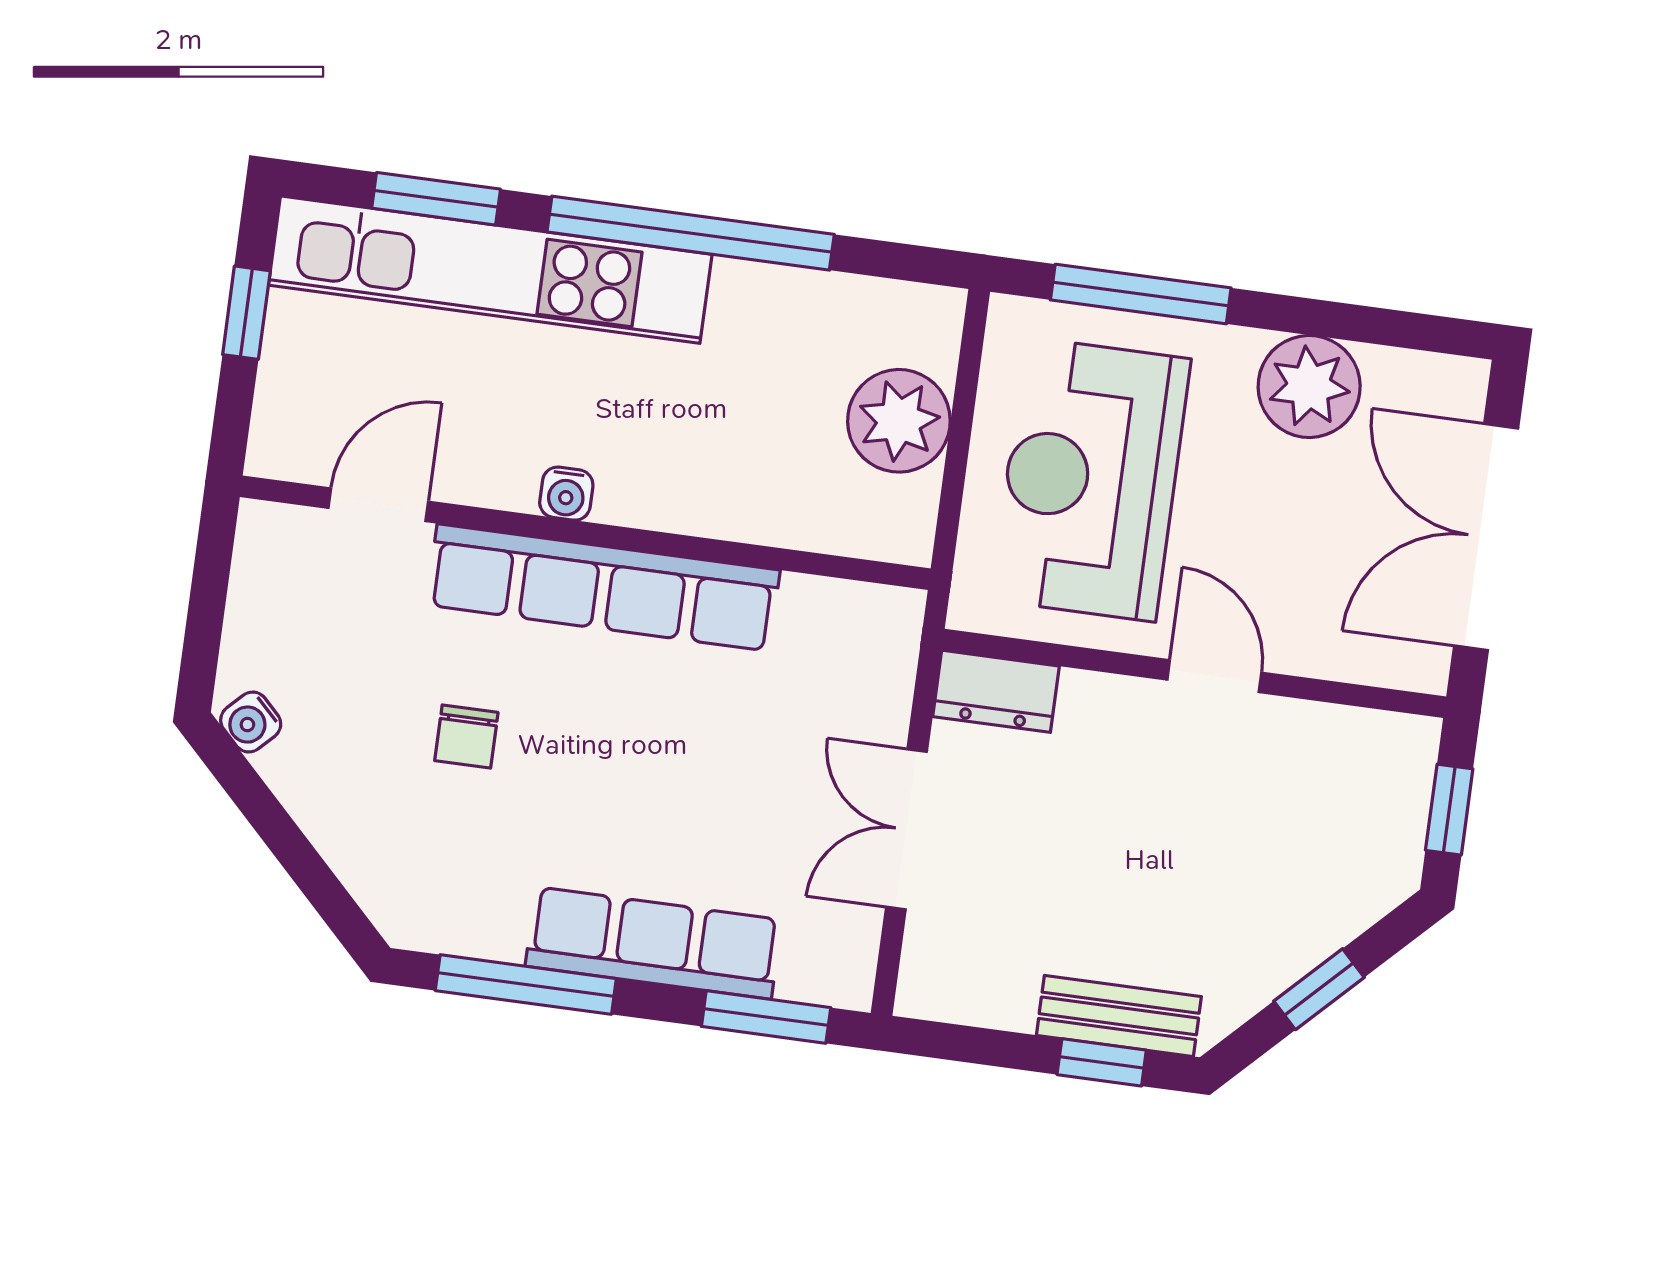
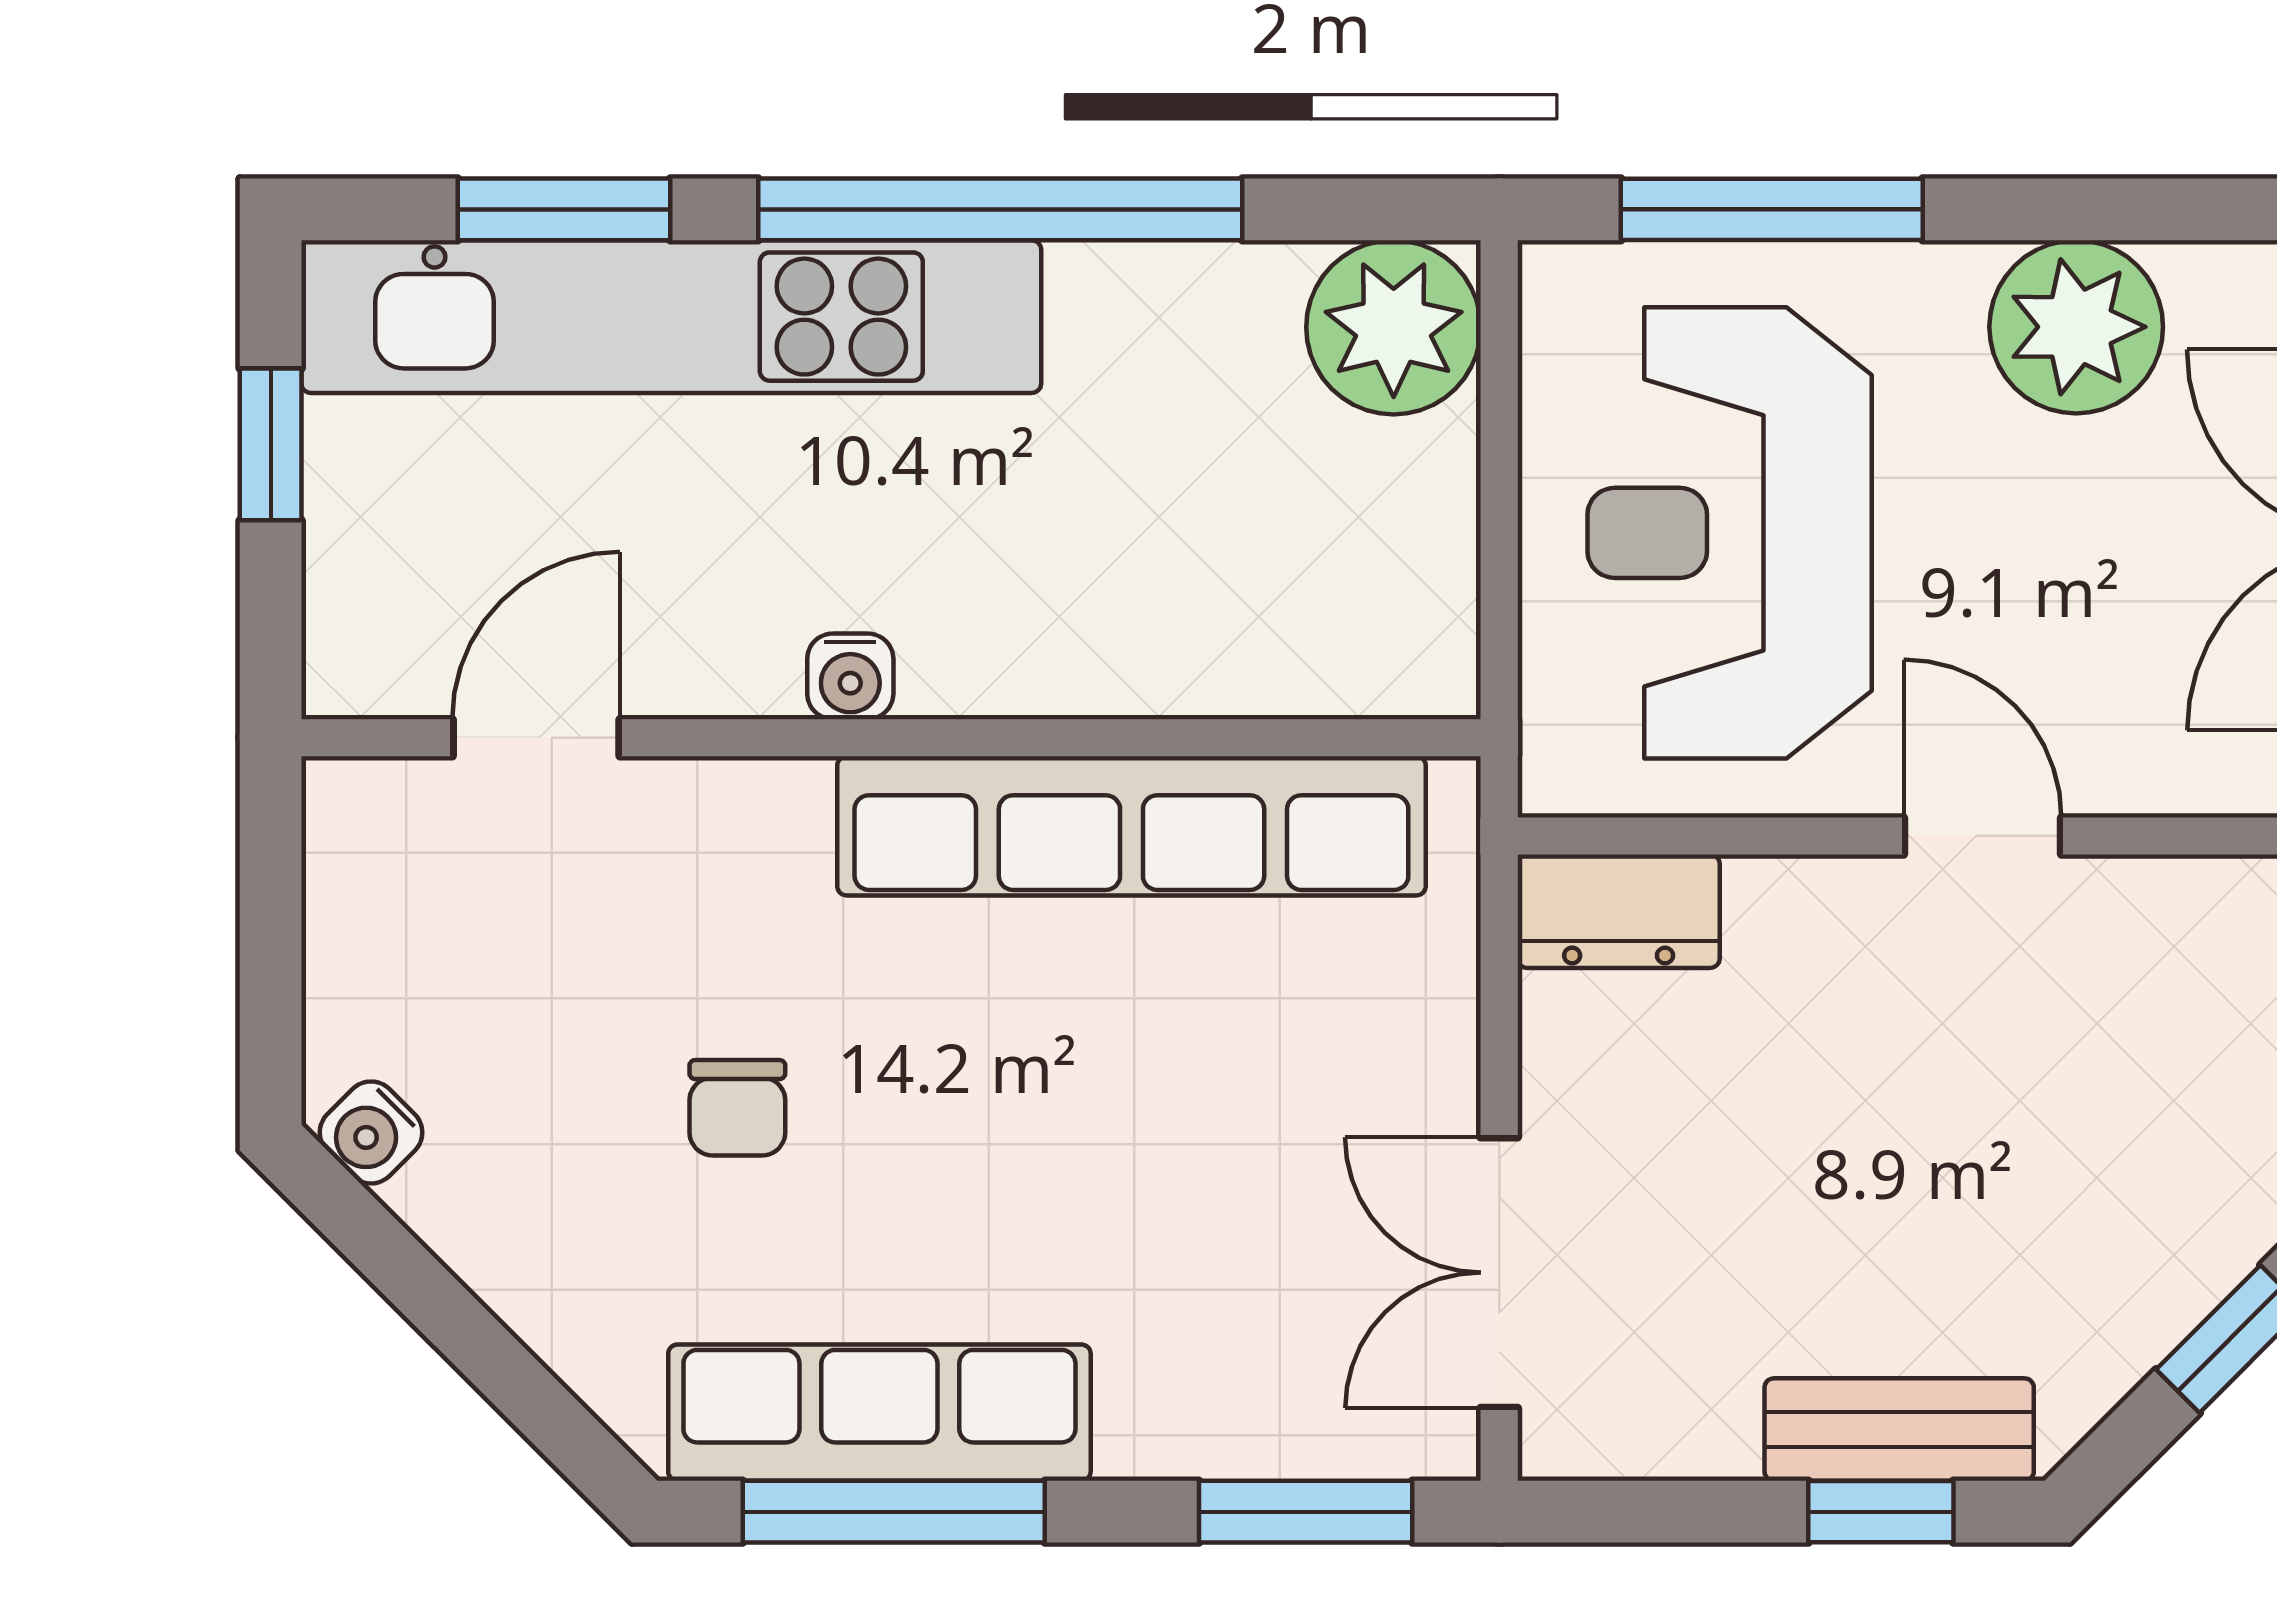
plant: (899, 421) -> (1394, 327), moved
row of seats: (603, 588) -> (1131, 826), moved
double door: (906, 829) -> (1499, 1273), moved
row of seats: (653, 943) -> (879, 1413), moved

